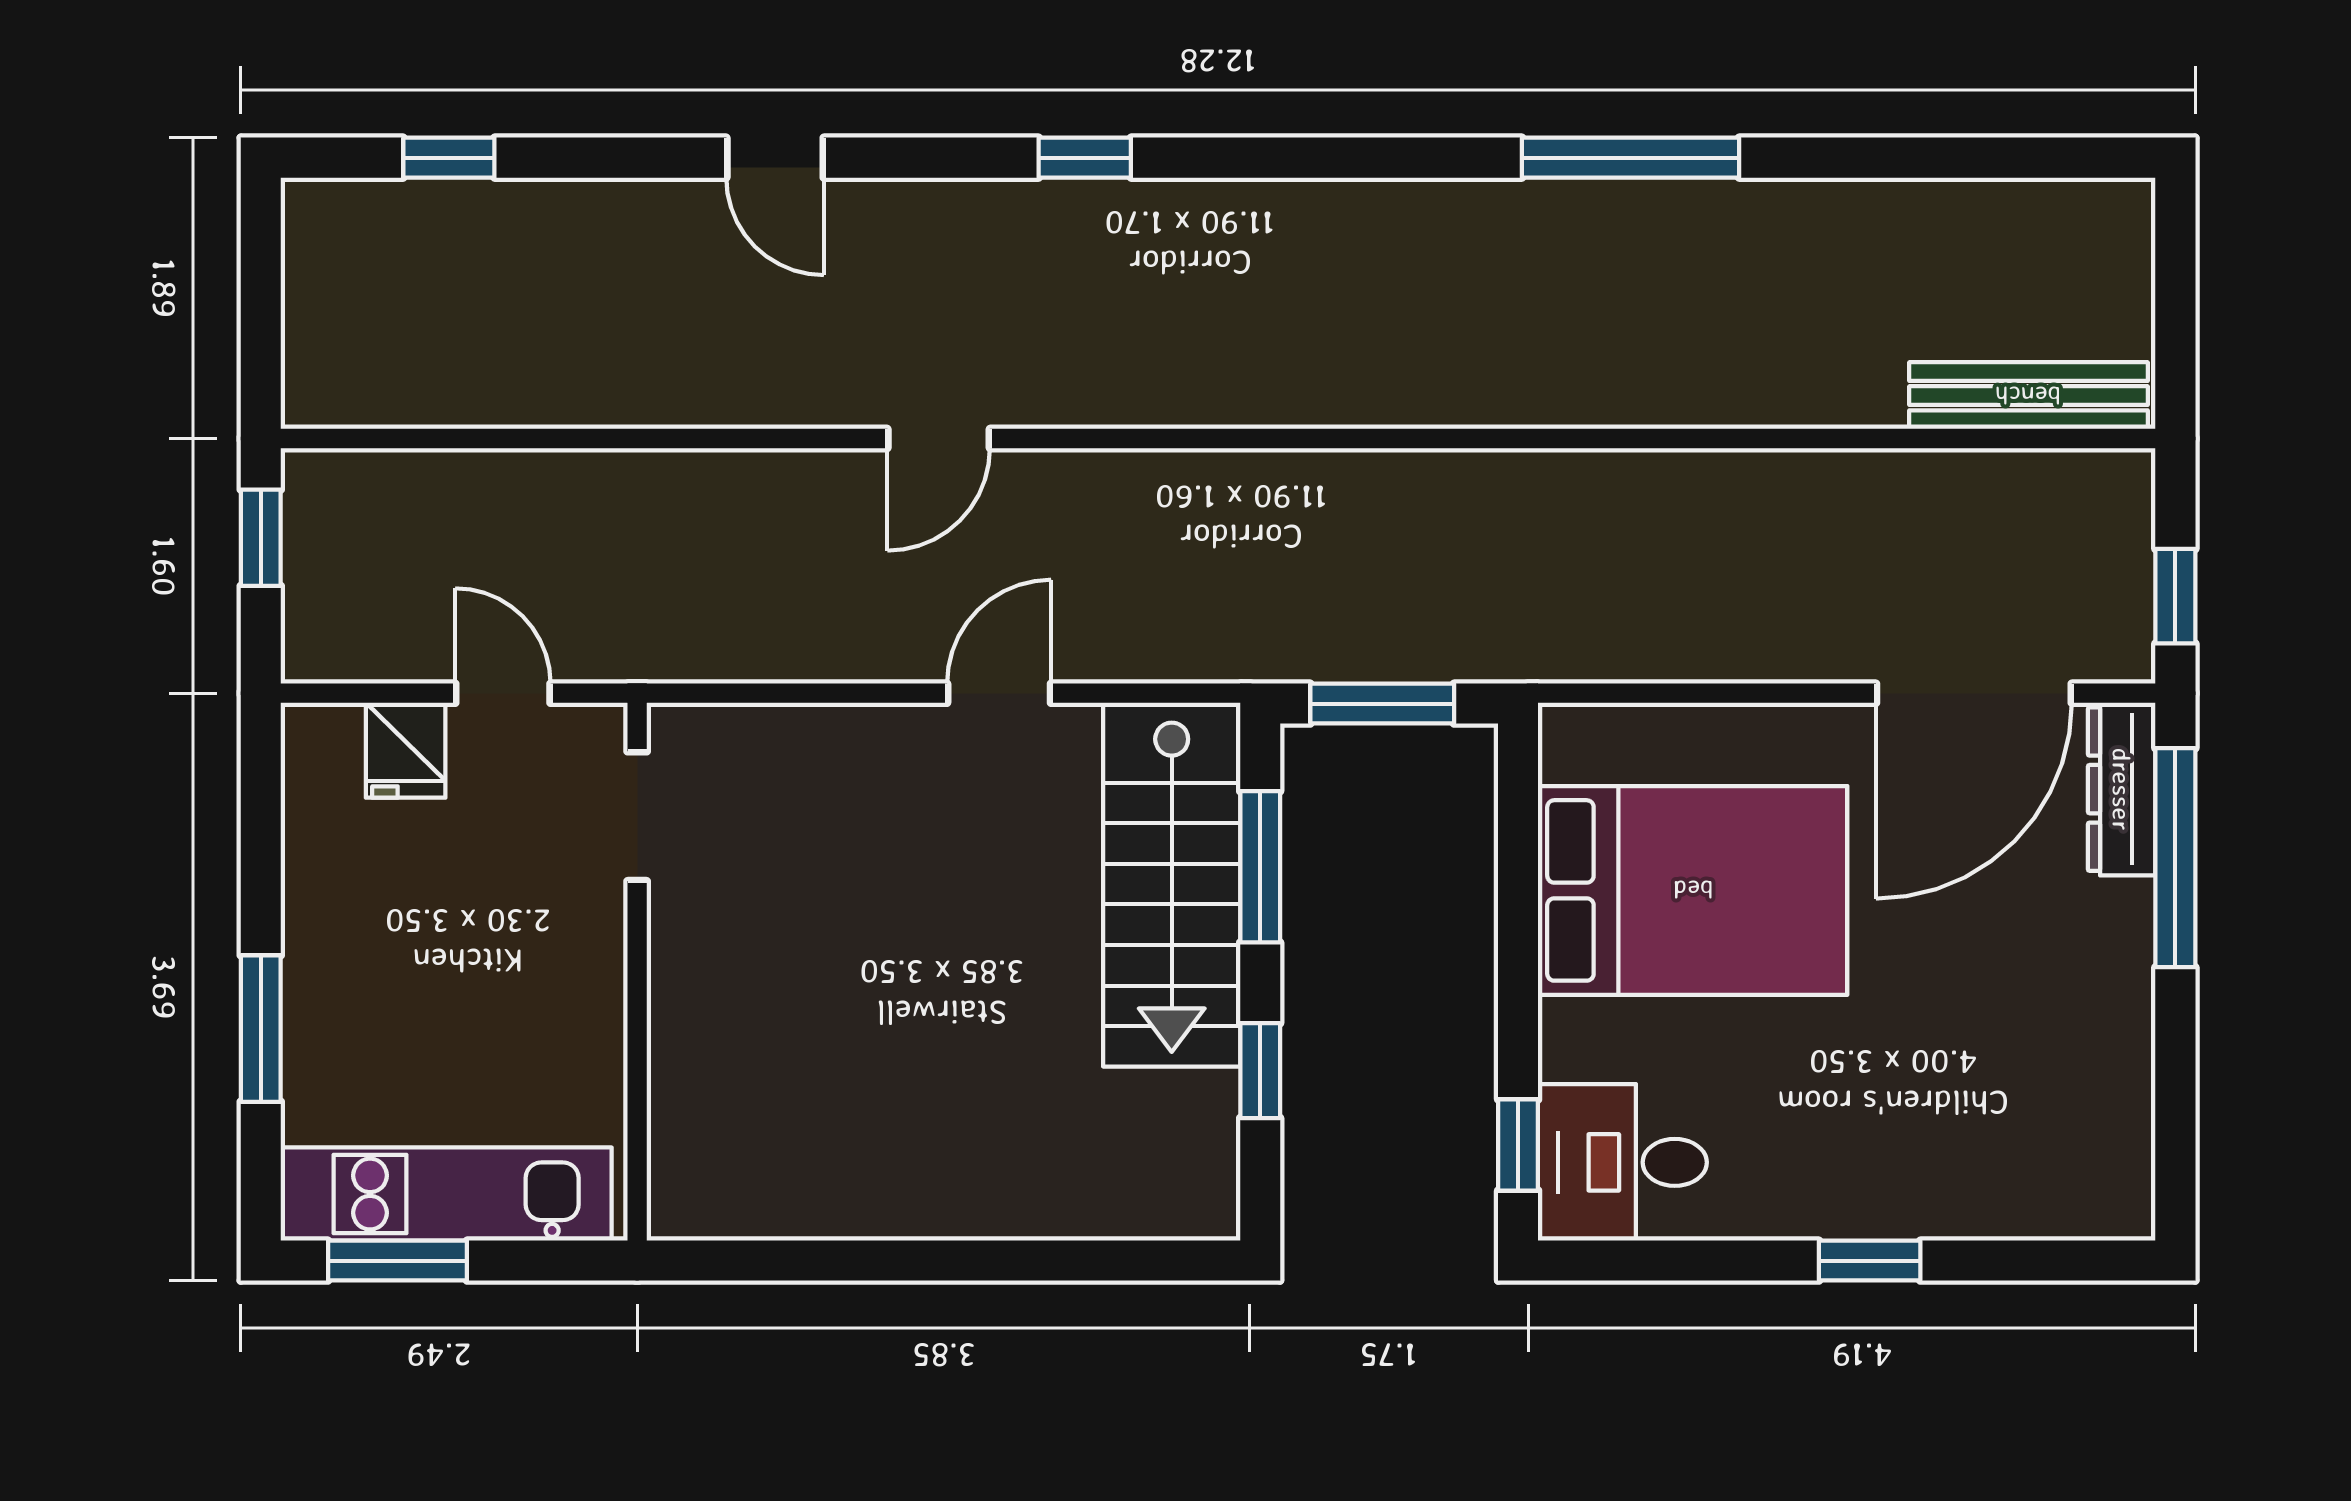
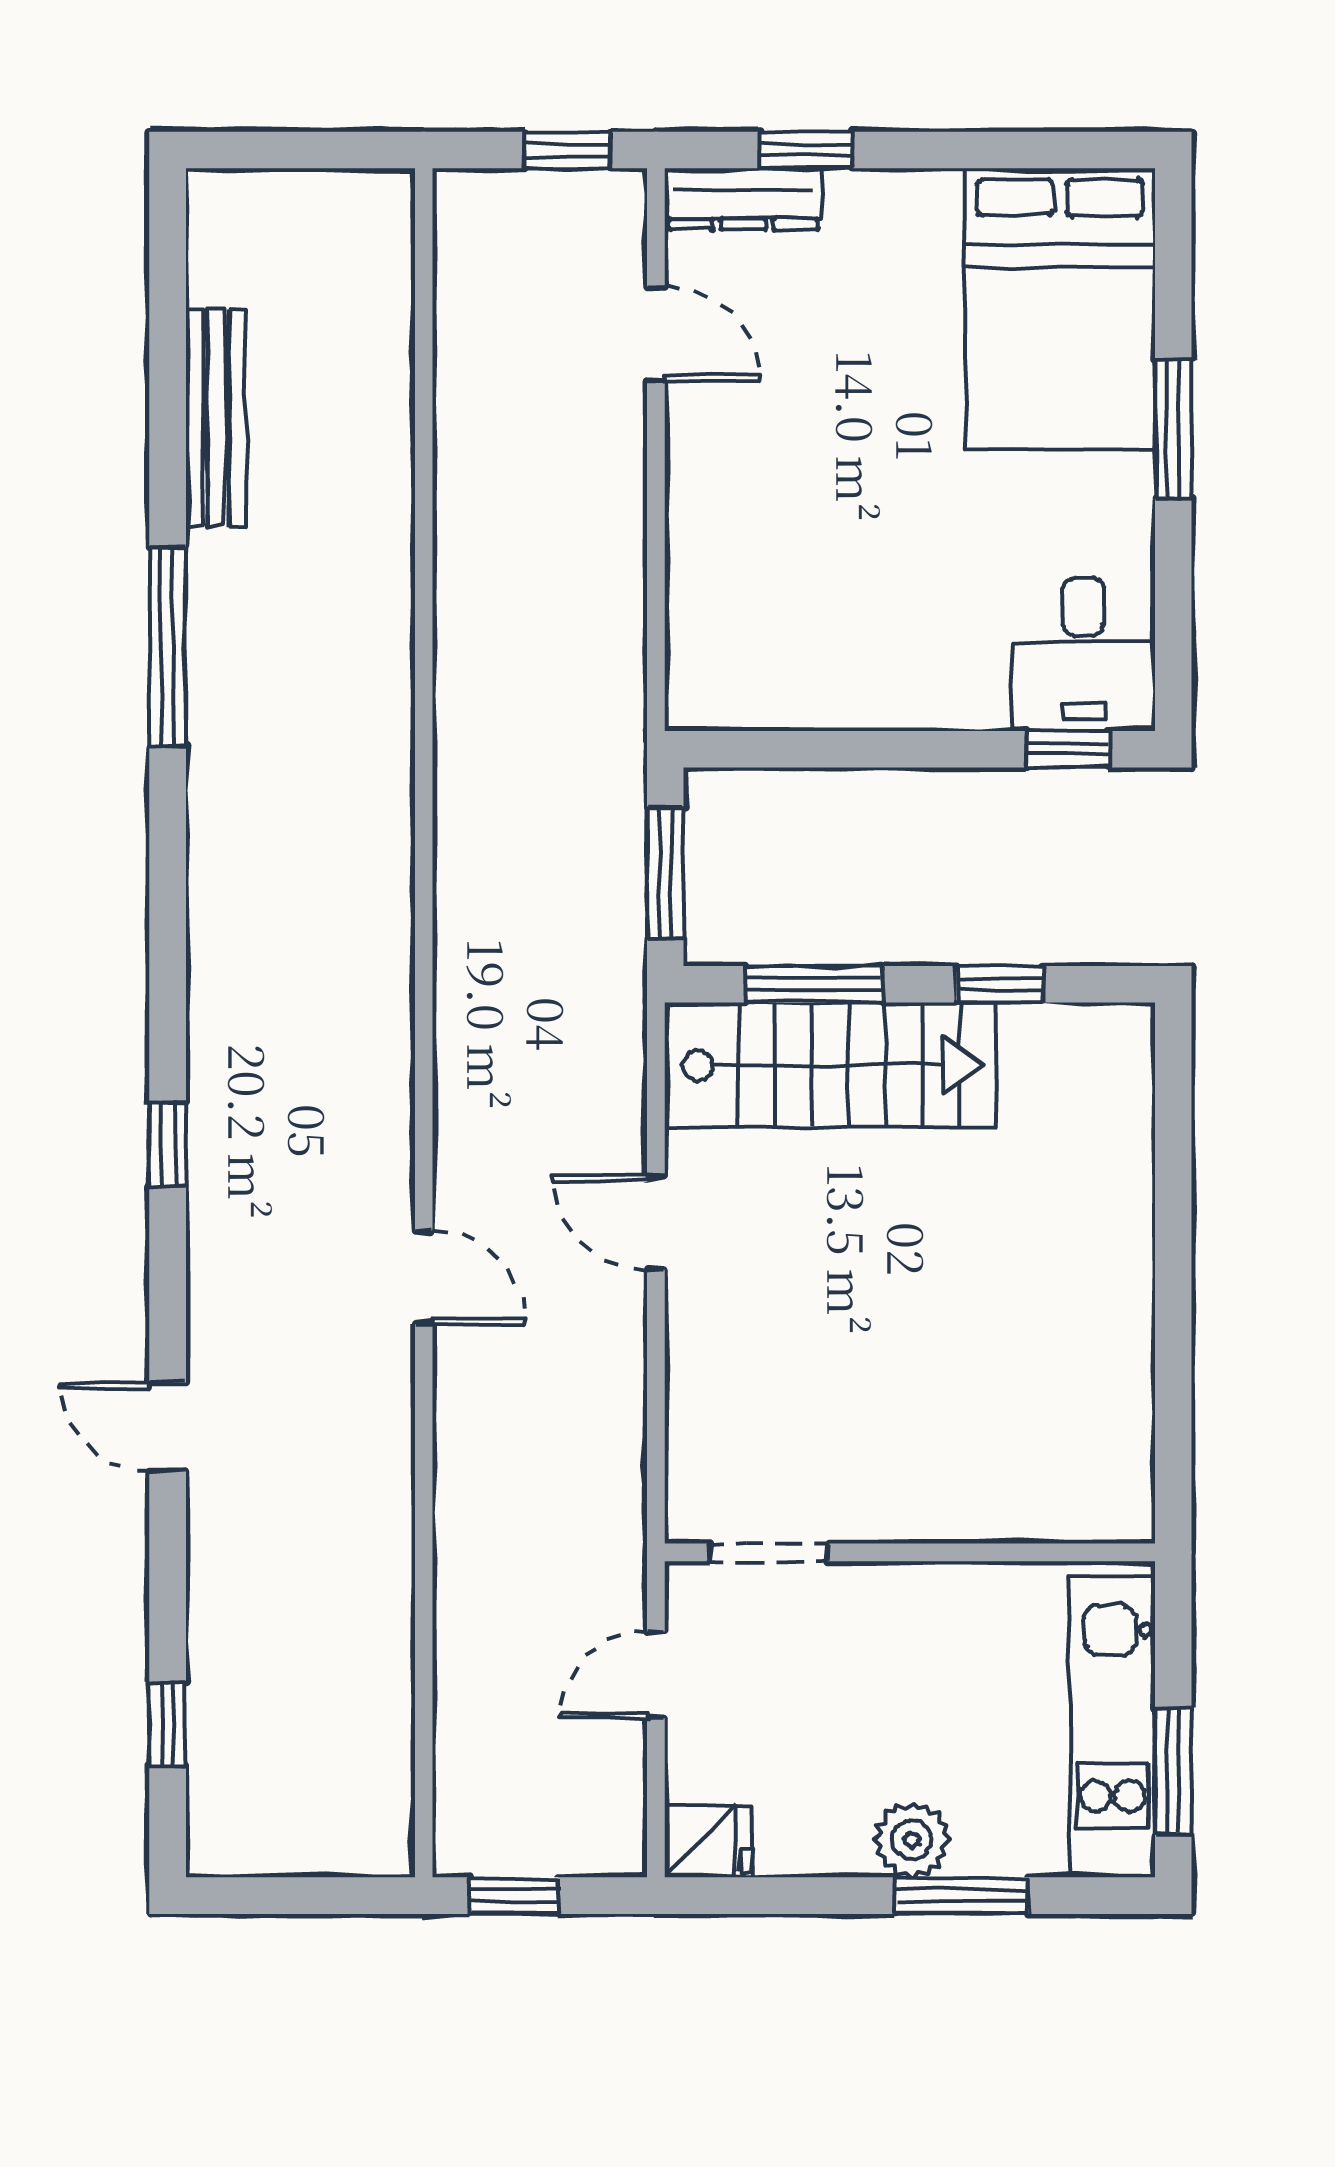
door: (775, 158) -> (168, 1427), swing flipped
bench: (2028, 396) -> (216, 417), moved
door: (1974, 693) -> (656, 334), width x0.53
fridge: (406, 750) -> (708, 1841), moved
window: (2175, 858) -> (806, 150), width x0.46
bed: (1693, 890) -> (1060, 309), moved, turned 180
plant: (322, 974) -> (912, 1839), added
window: (1870, 1261) -> (1173, 429), width x1.50

